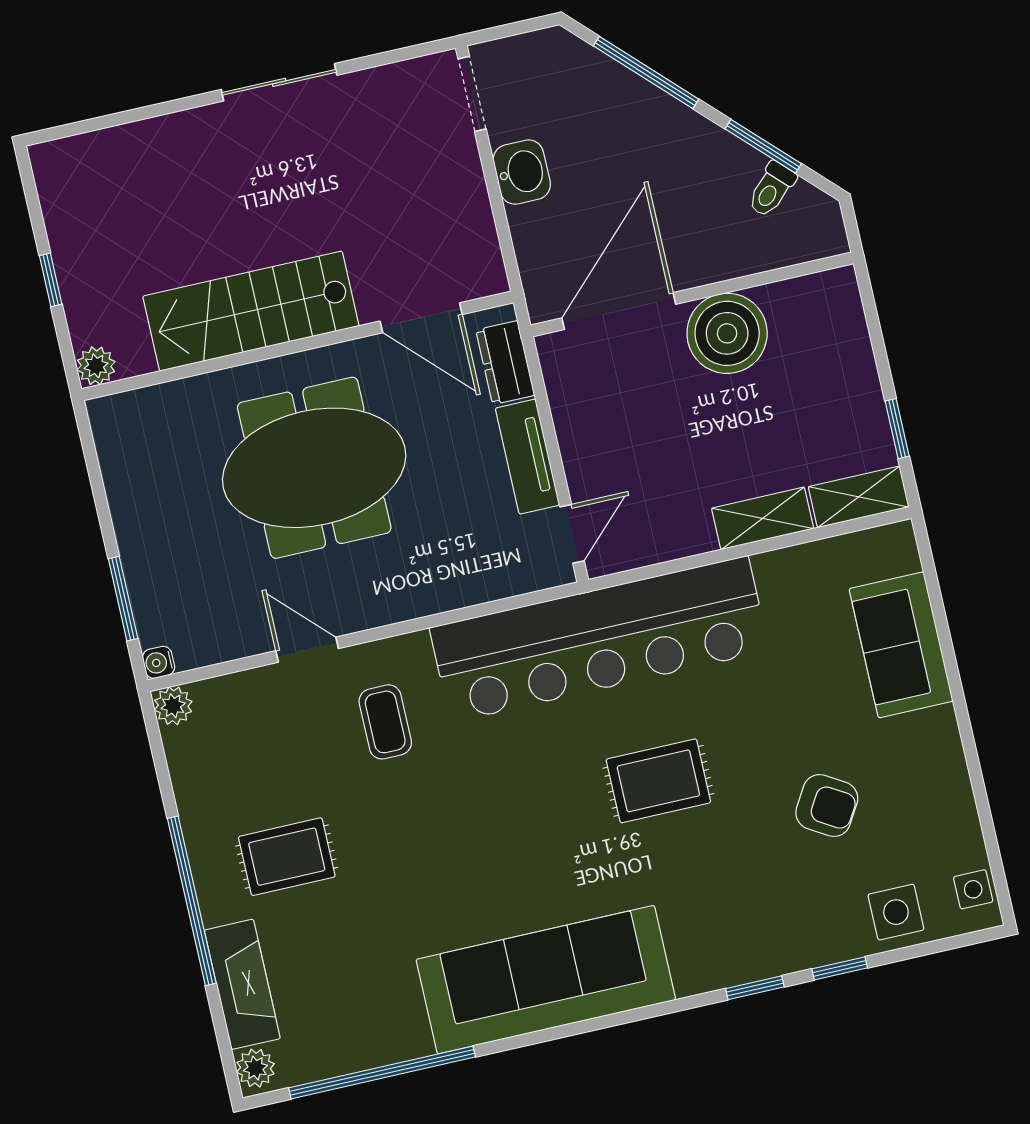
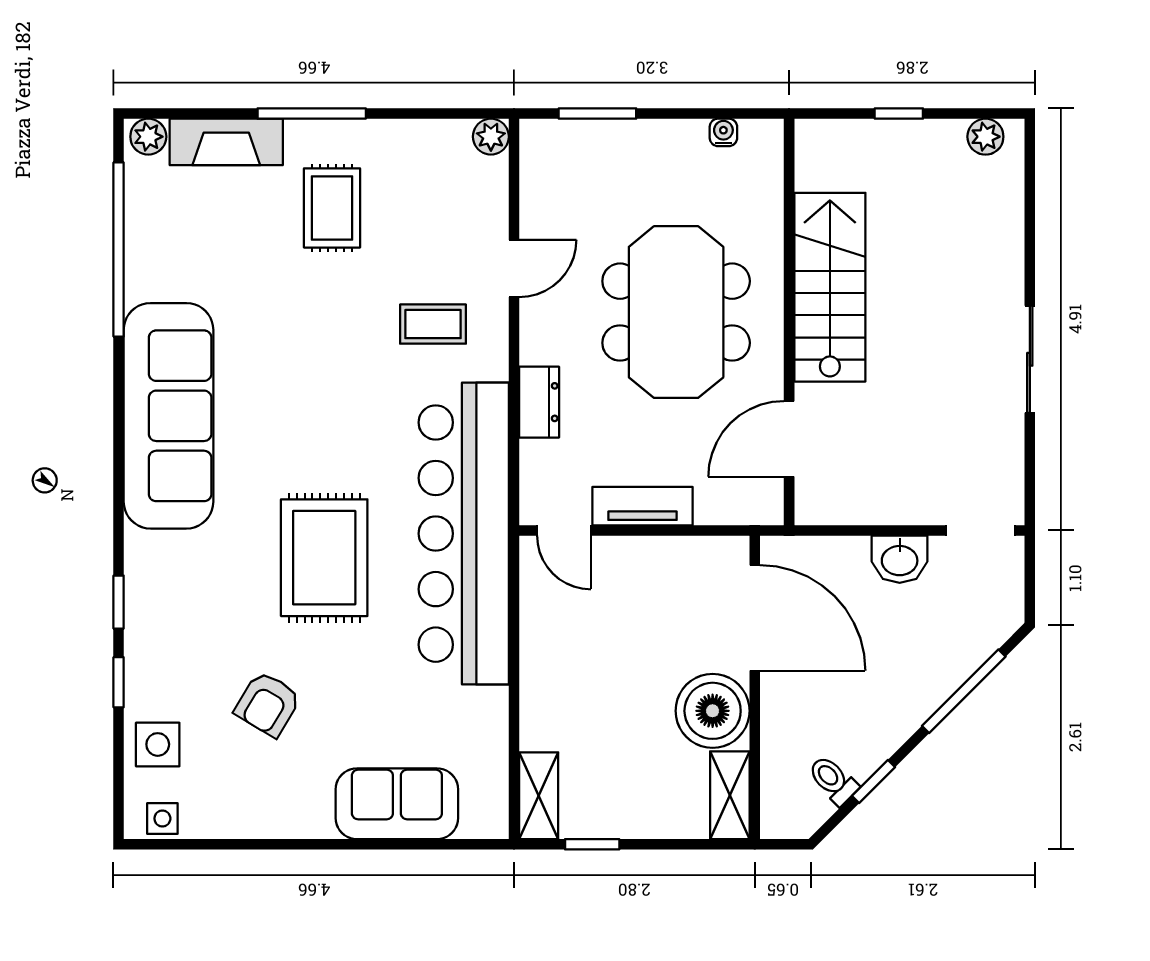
window: (763, 146) -> (873, 781), width x0.67
dresser: (505, 363) -> (539, 402), moved, turned 90
plant: (96, 366) -> (985, 137), moved
shelving: (763, 518) -> (730, 795), moved
water cooler: (159, 662) -> (723, 132), moved
rug: (658, 781) -> (324, 558), width x1.36, depth x1.43
window: (192, 901) -> (312, 113), width x0.68

